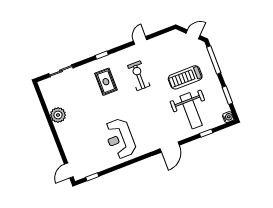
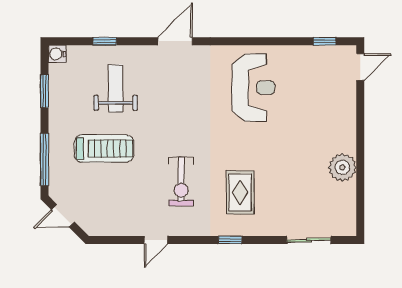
weight bench: (191, 111) -> (116, 88), width x0.73, depth x0.75

